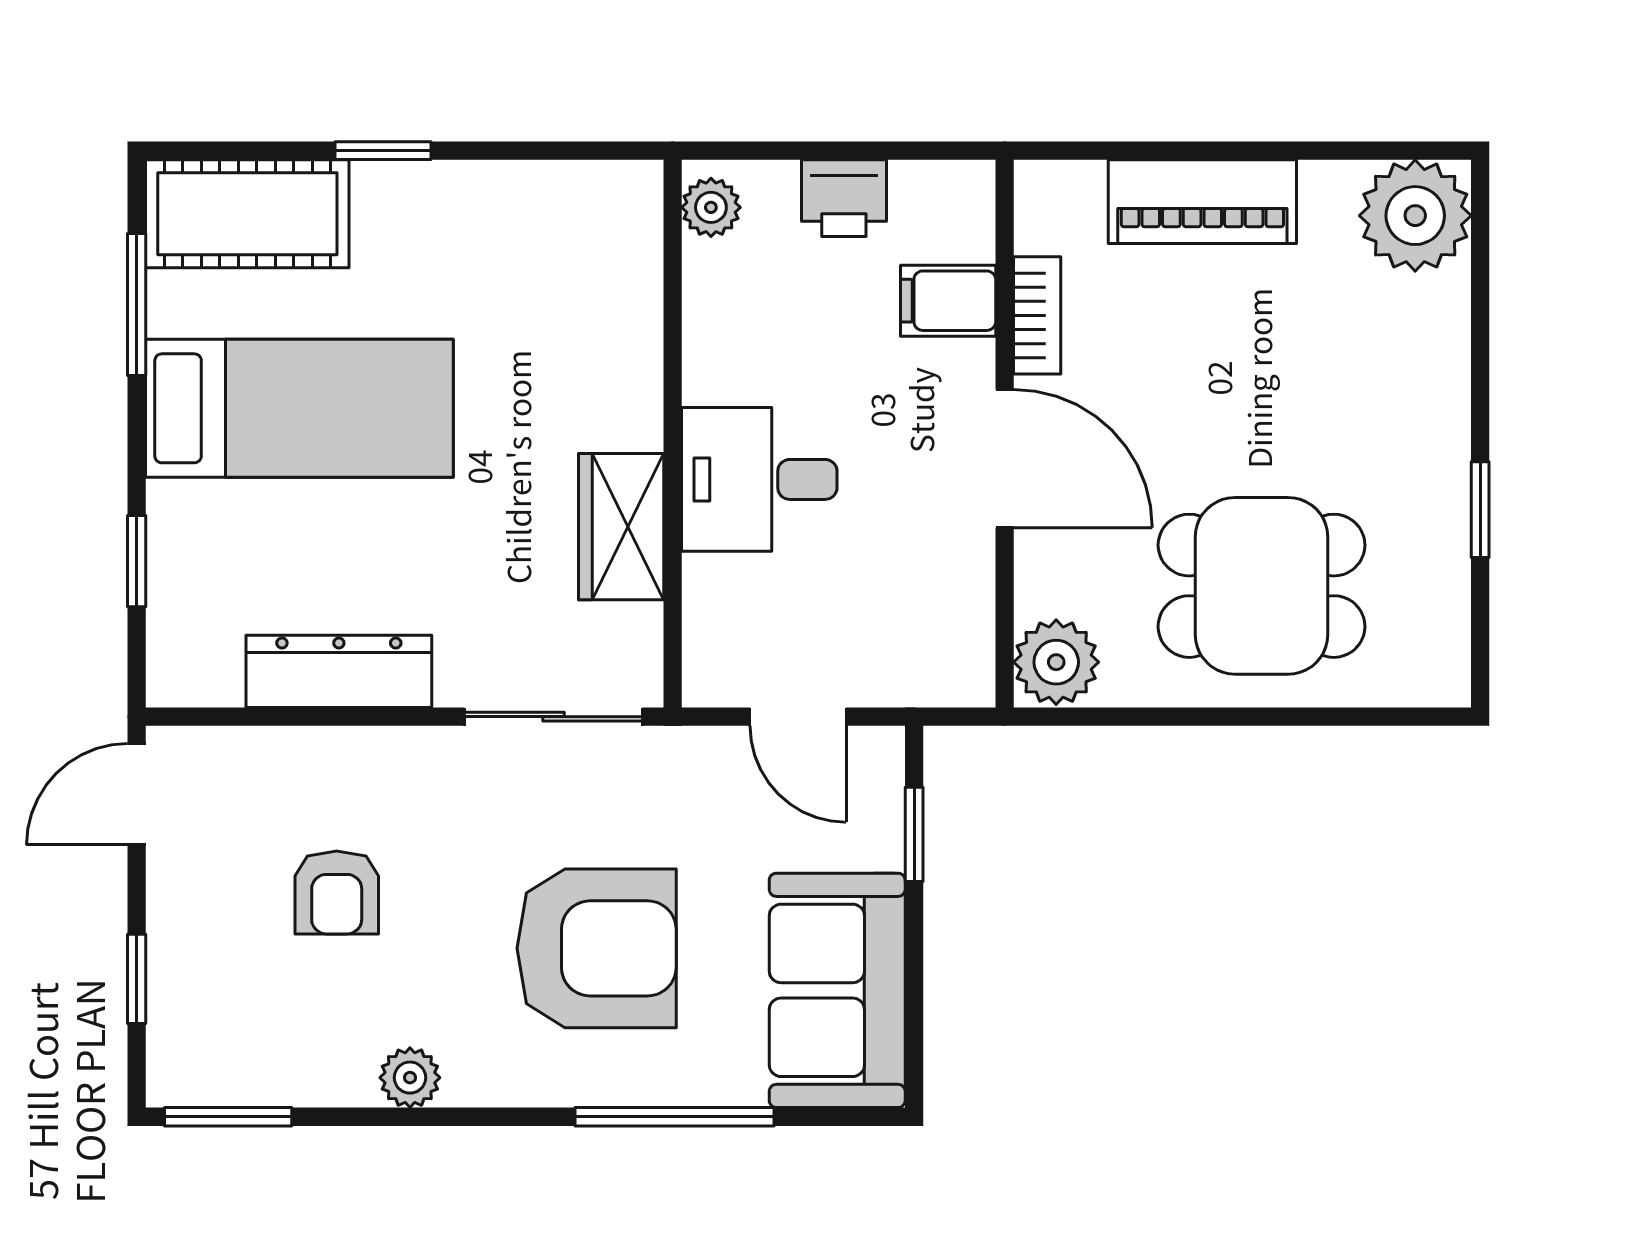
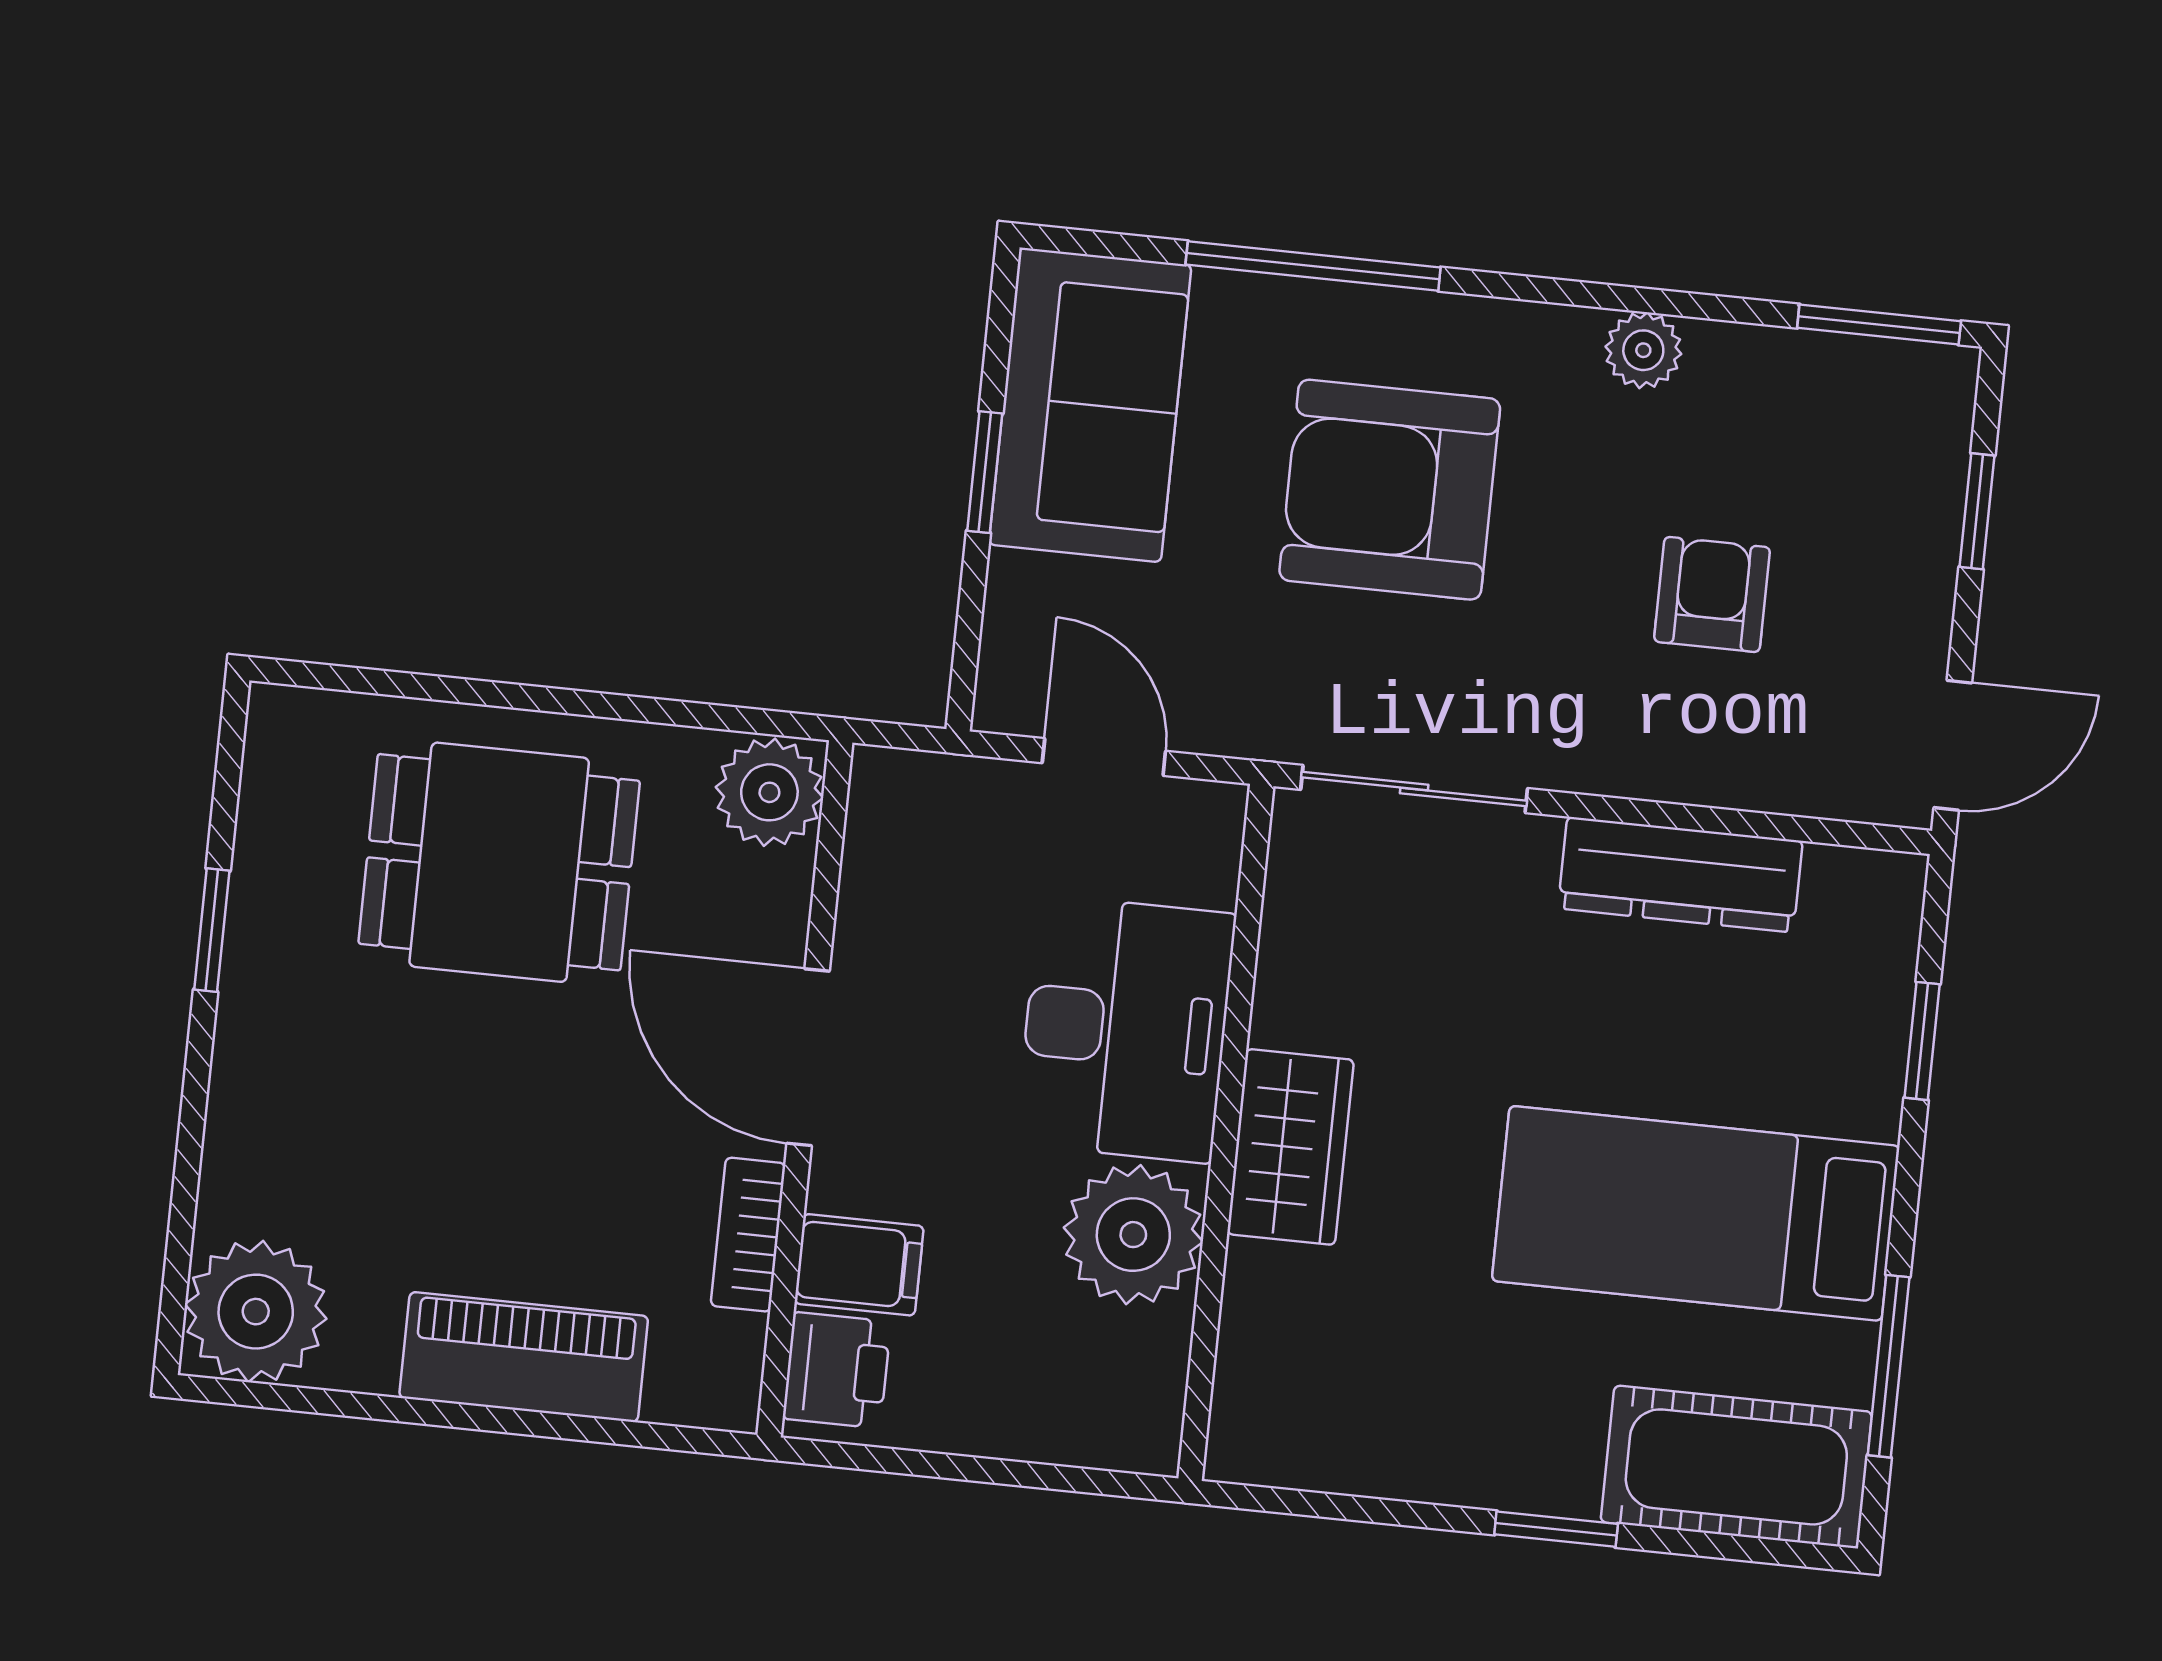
printer: (844, 198) -> (837, 1370), moved, turned 90
plant: (711, 207) -> (1133, 1235), moved, width x1.87, depth x1.87
desk: (759, 479) -> (1126, 1029), width x1.37
wardrobe: (621, 527) -> (1290, 1147), moved
window: (914, 834) -> (985, 472), moved

